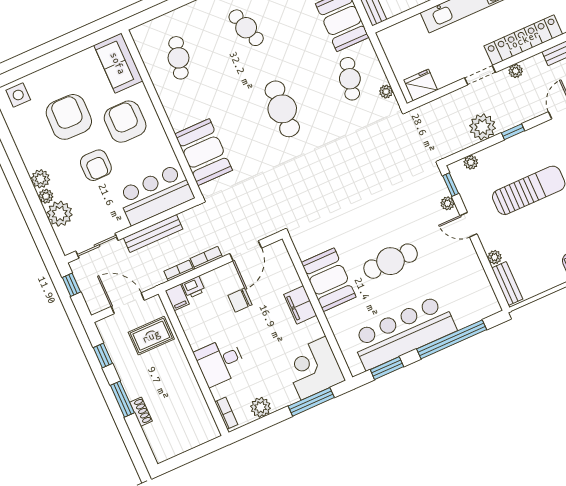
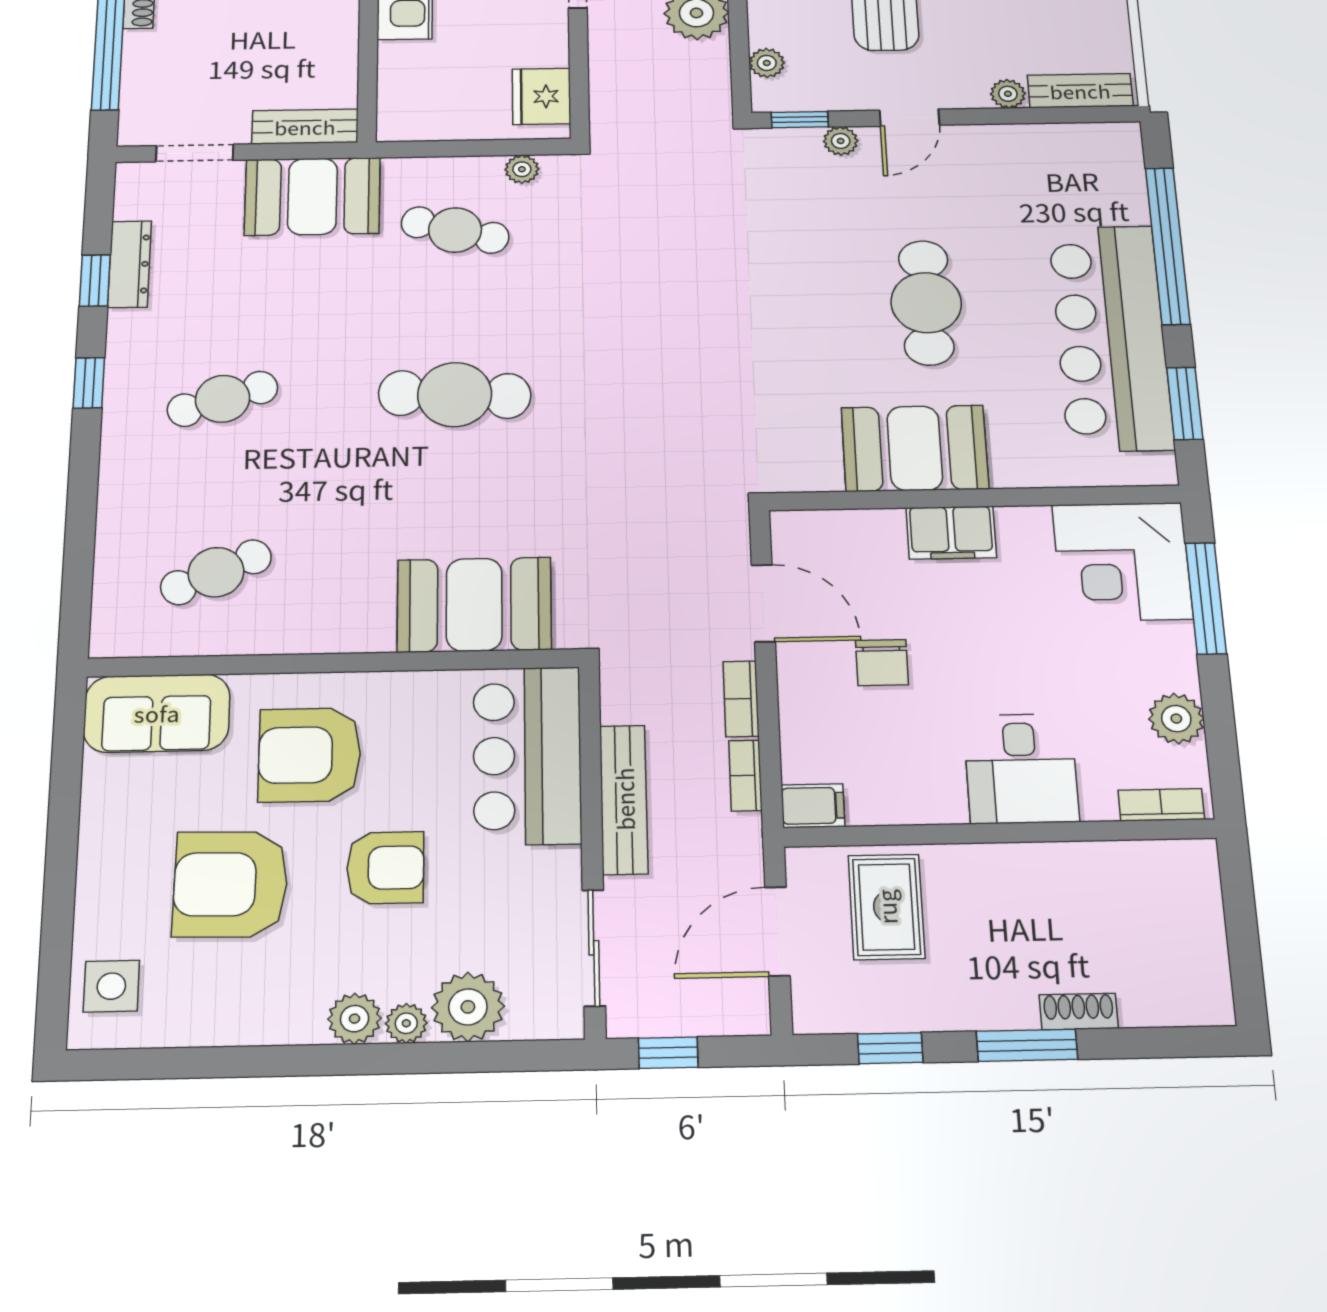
cafe table: (178, 58) -> (216, 572), turned -39
printer: (194, 287) -> (803, 757), removed

